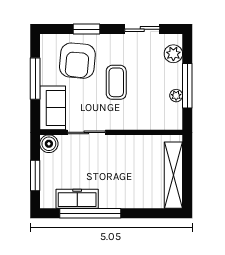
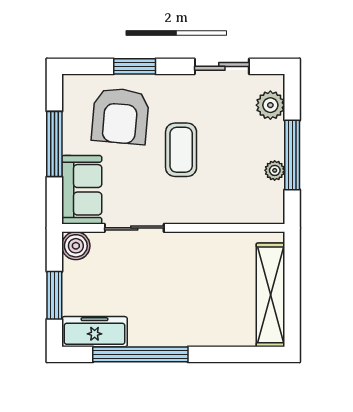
freezer: (77, 199) -> (95, 332), moved

